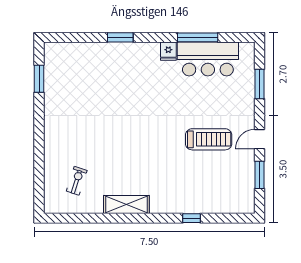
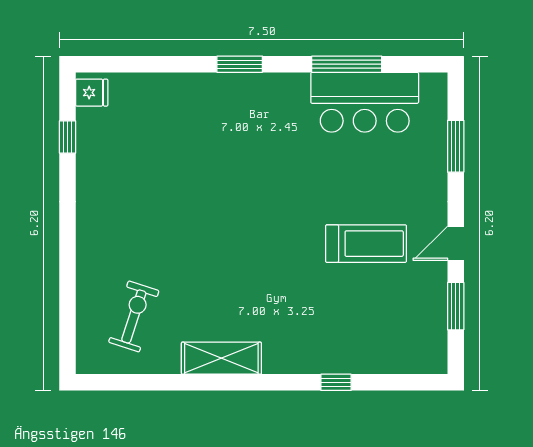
window: (120, 37) -> (240, 64), moved
fridge: (168, 51) -> (92, 93), moved, turned -90
window: (39, 79) -> (67, 137), width x0.67
exercise bike: (77, 181) -> (134, 316), width x1.38, depth x1.39

